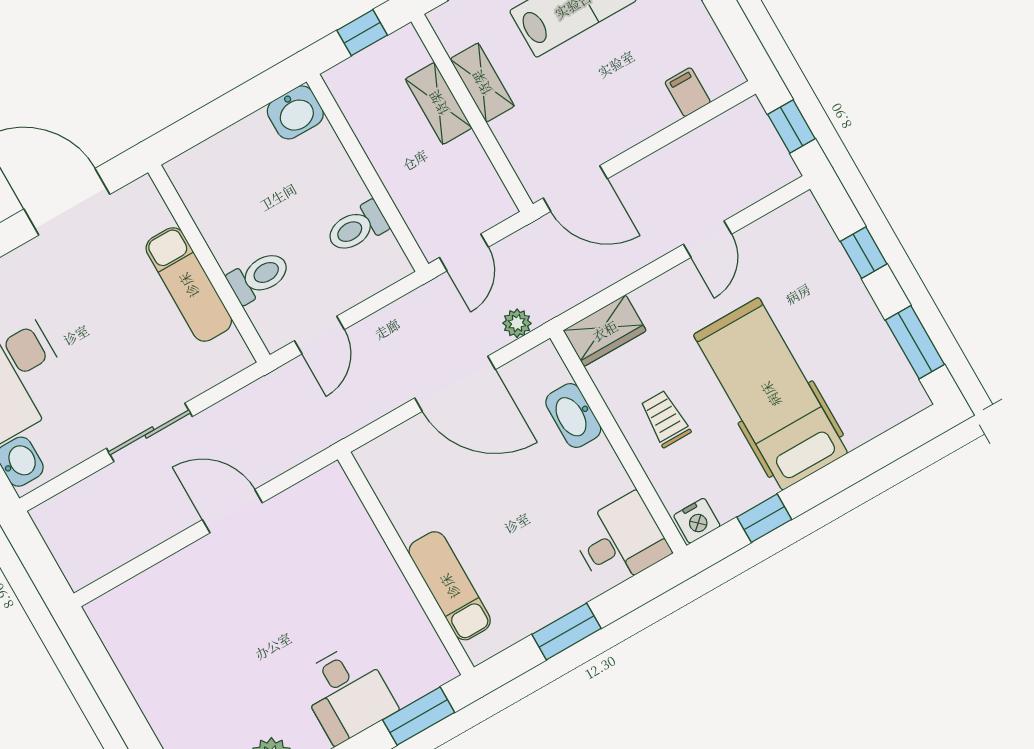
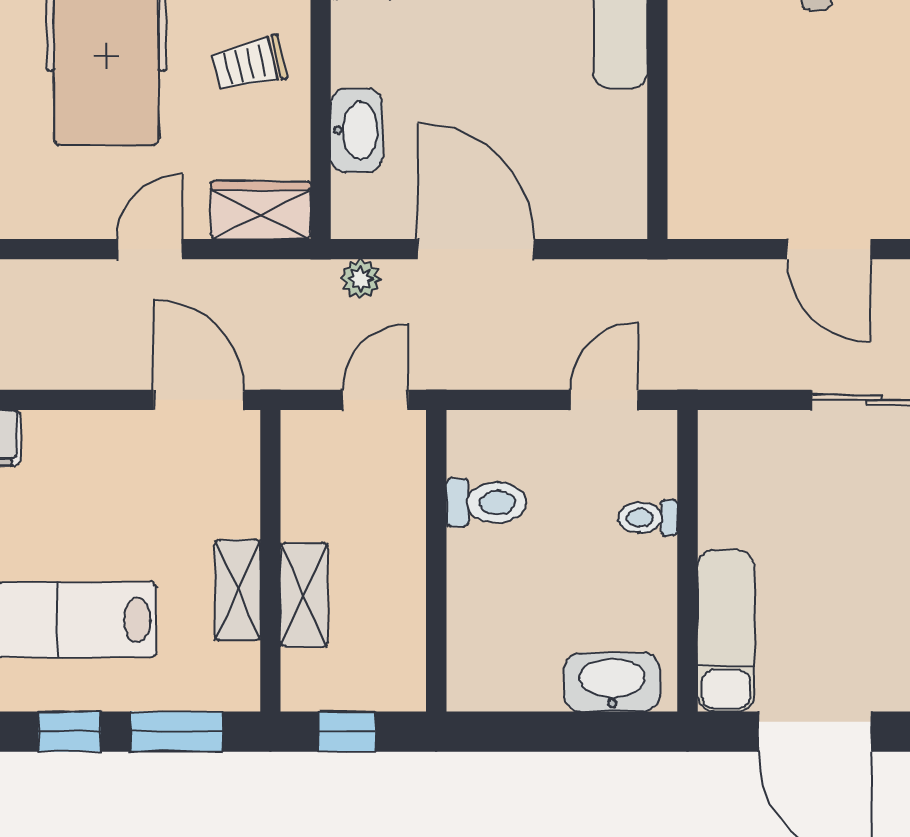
washbasin: (295, 112) -> (612, 682), moved, width x1.38
door: (707, 239) -> (150, 249), moved
toilet: (259, 277) -> (648, 518), width x0.73, depth x0.72
exam couch: (189, 285) -> (726, 631), moved
trolley: (665, 419) -> (249, 64), turned 77

